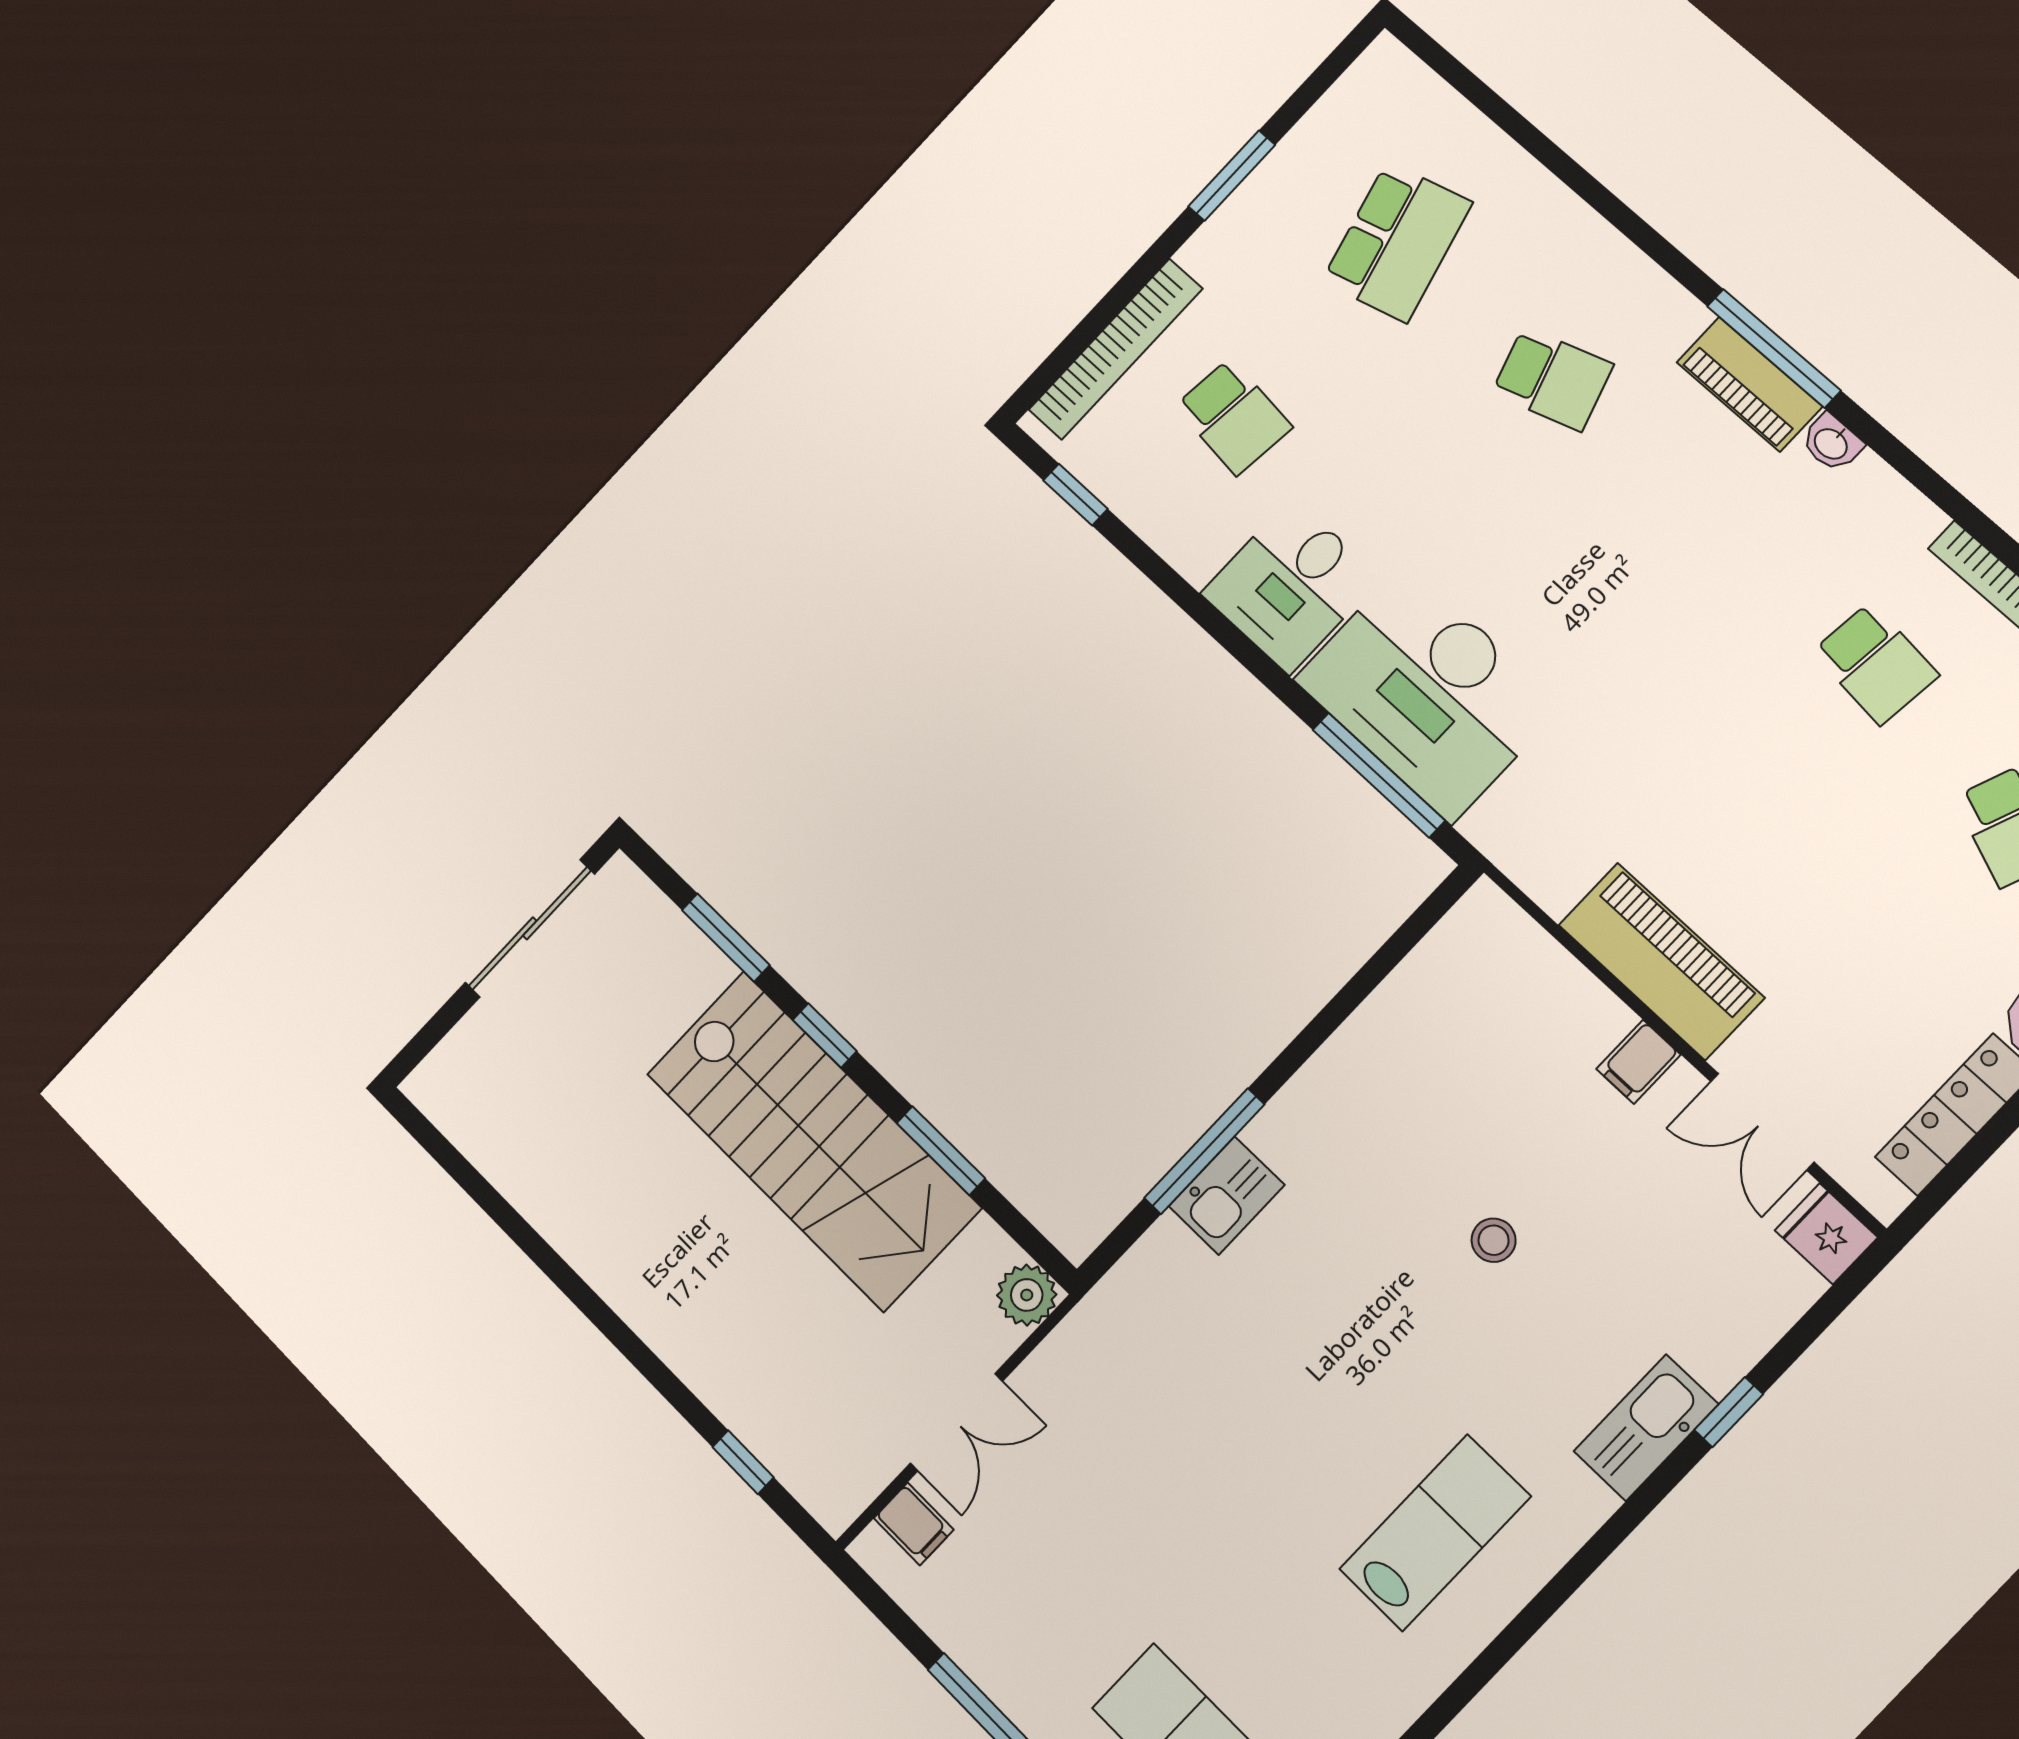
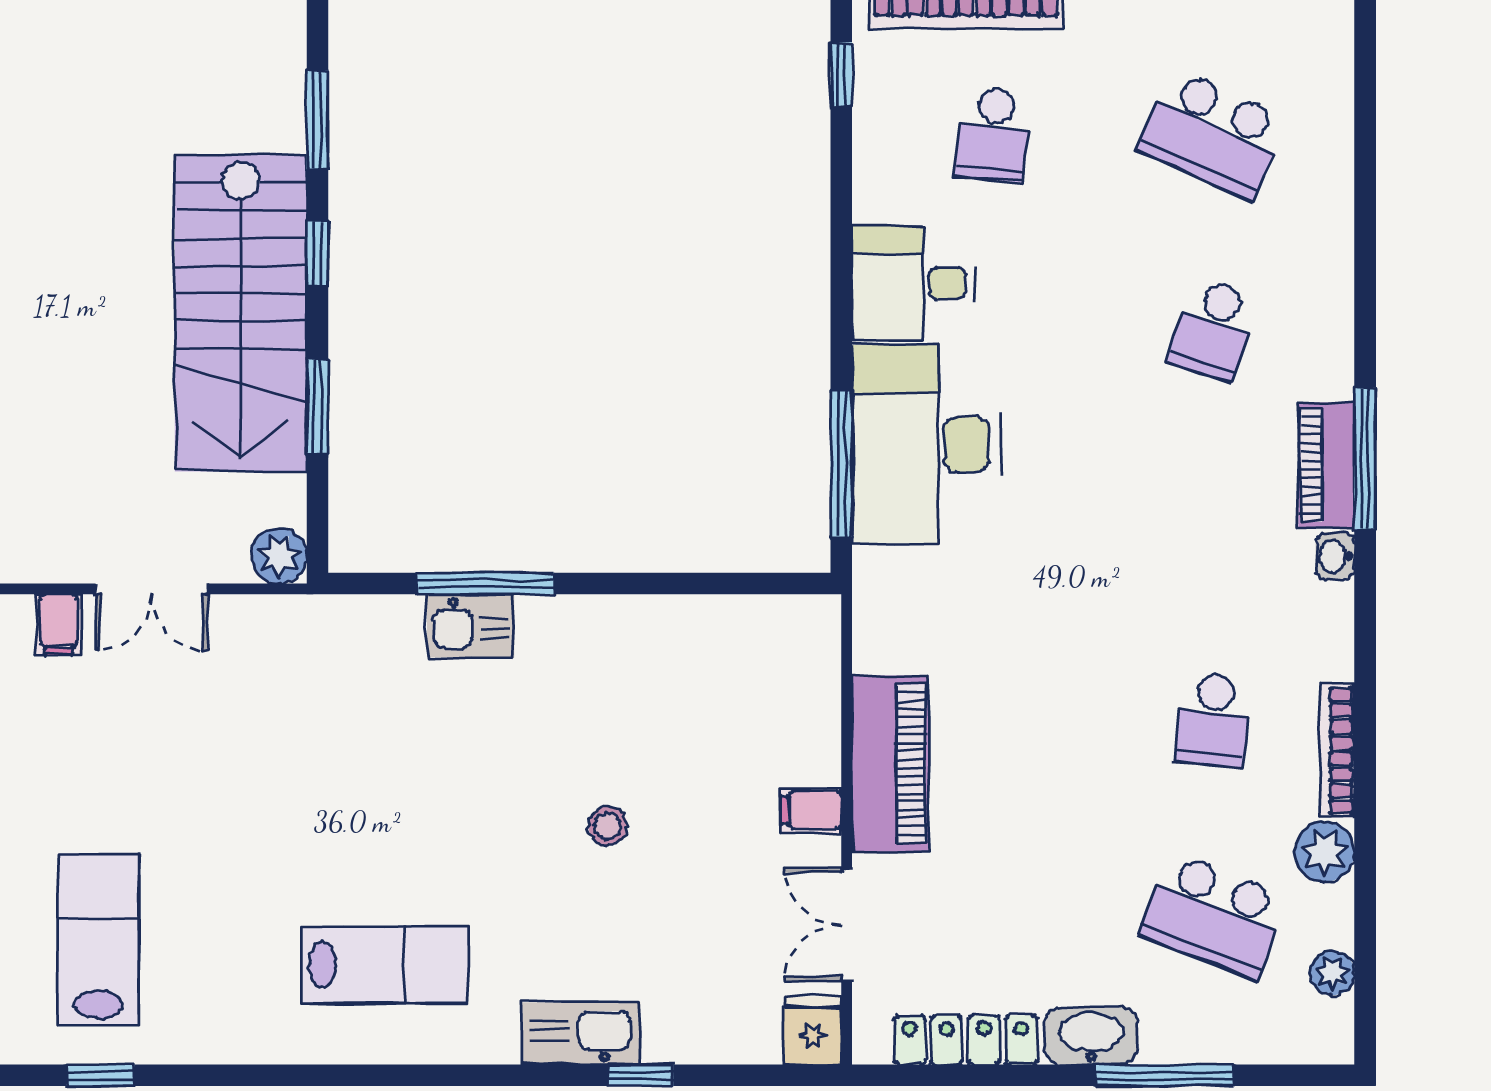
school desk: (1397, 242) -> (1213, 134), turned 39
school desk: (1552, 379) -> (1213, 329), turned 36

